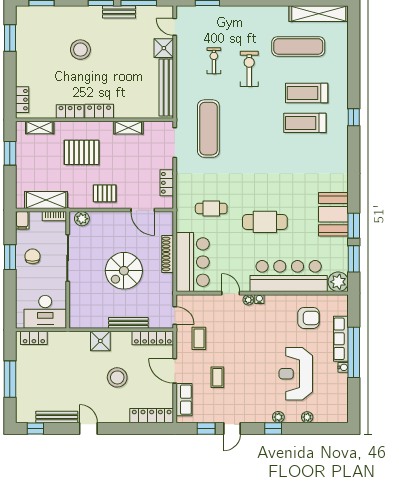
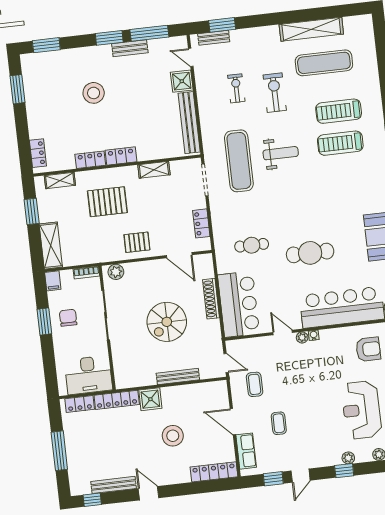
bench: (198, 11) -> (214, 38), added
shelving: (319, 14) -> (311, 29), moved
weight bench: (248, 126) -> (281, 153), added
shelving: (46, 200) -> (51, 246), moved, turned 90
locker: (153, 338) -> (117, 400), moved

